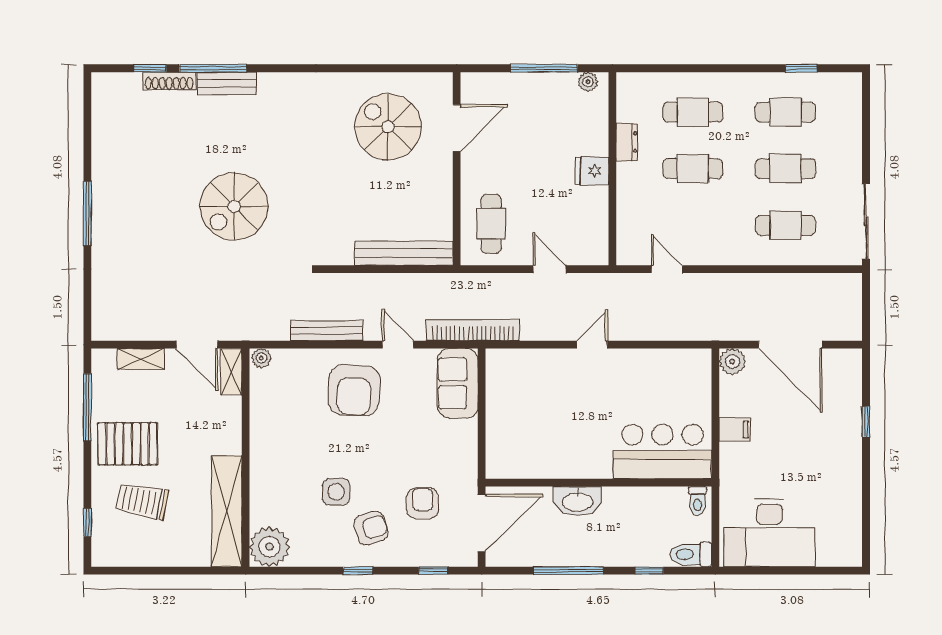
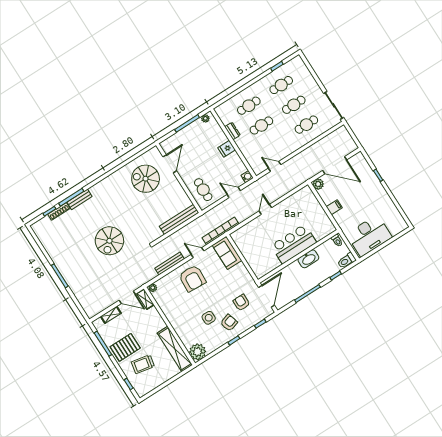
water cooler: (597, 254) -> (247, 177), added
bar counter: (662, 452) -> (294, 244), moved
washbasin: (577, 501) -> (308, 259), moved

